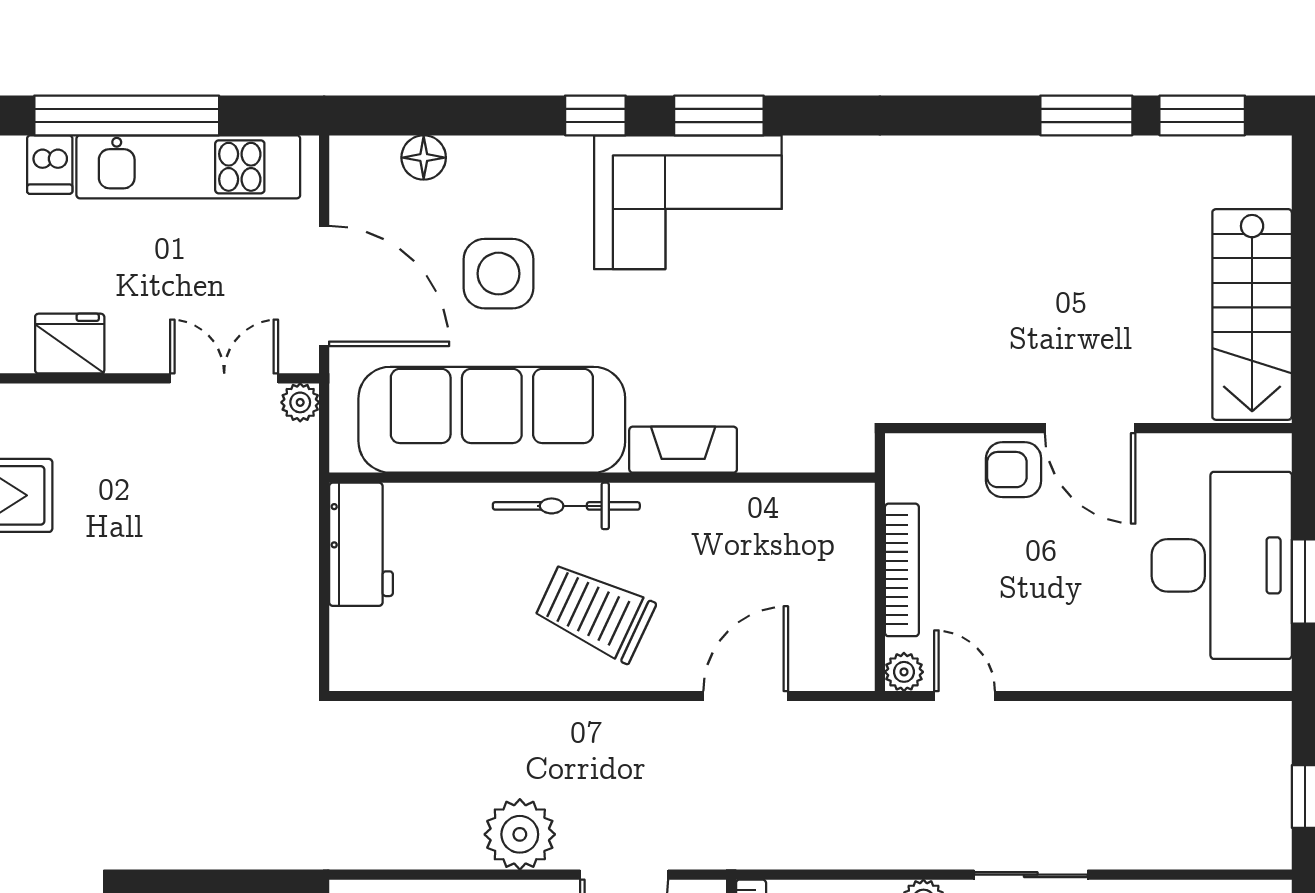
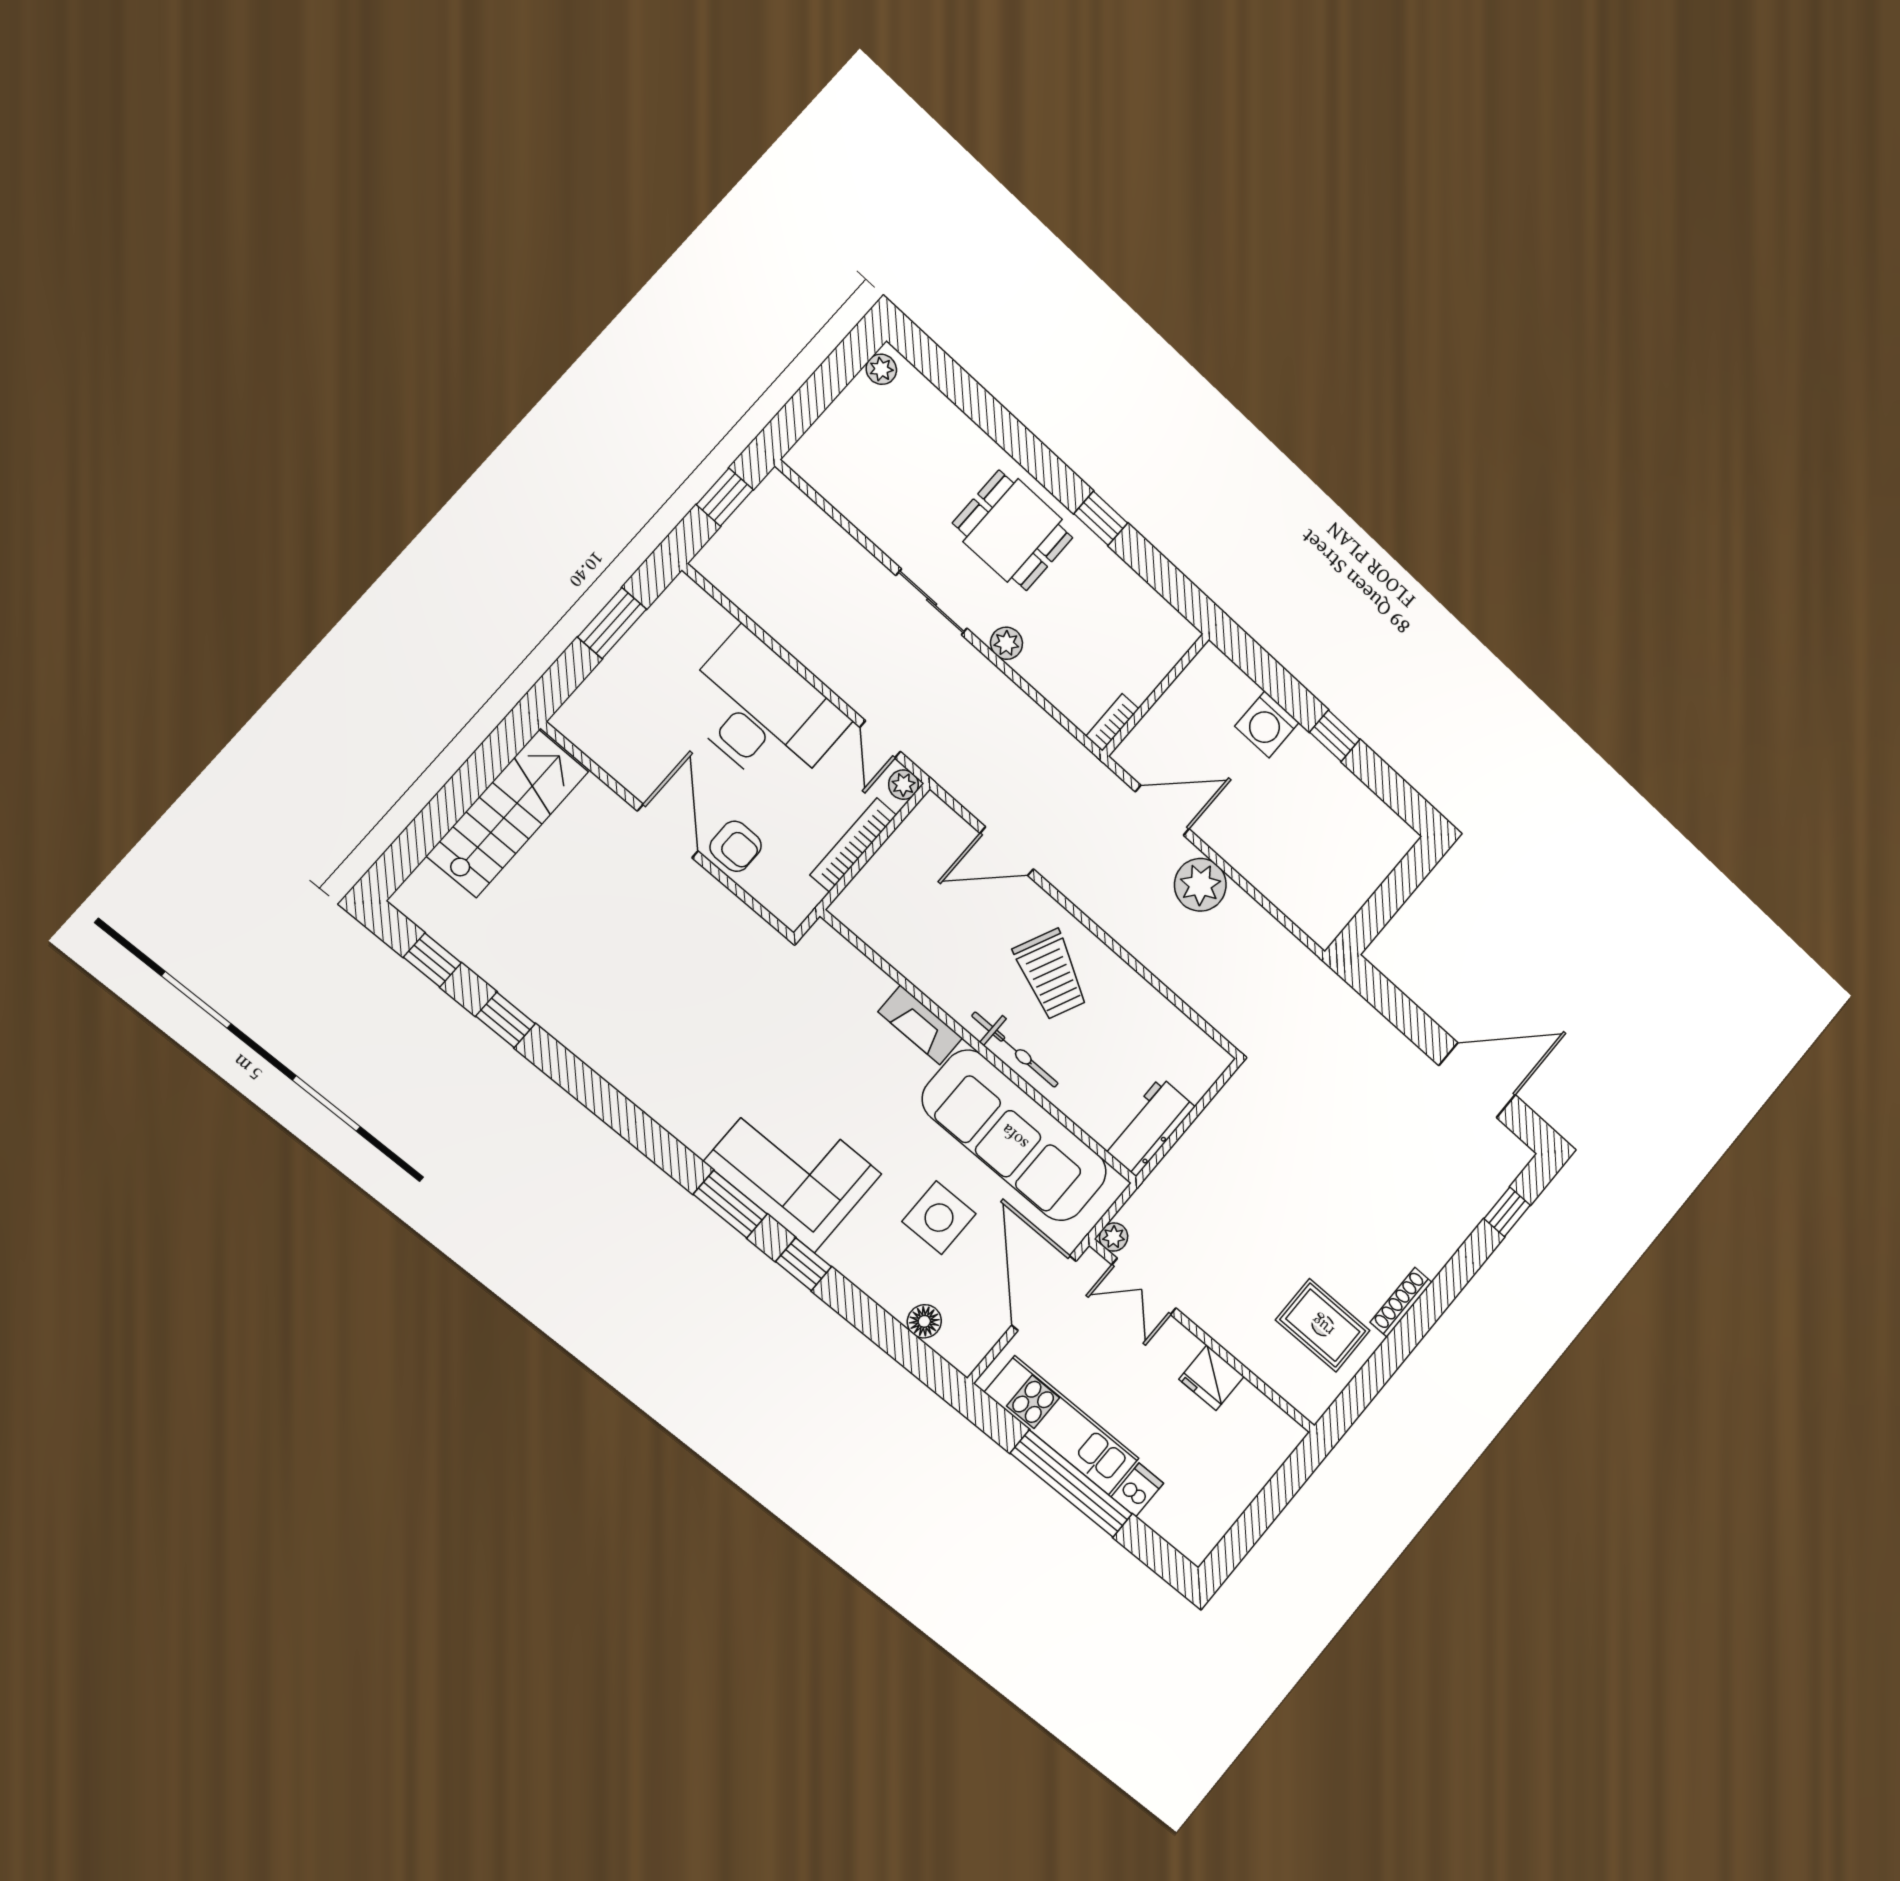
window: (1086, 115) -> (506, 1020), width x0.67
window: (1202, 115) -> (432, 960), width x0.67
desk: (1222, 565) -> (762, 713), moved, turned 90

